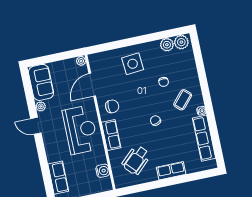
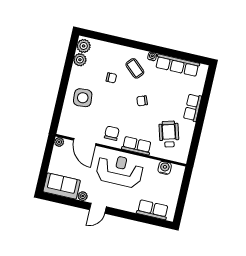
wheelchair: (136, 160) -> (169, 134), turned -153

